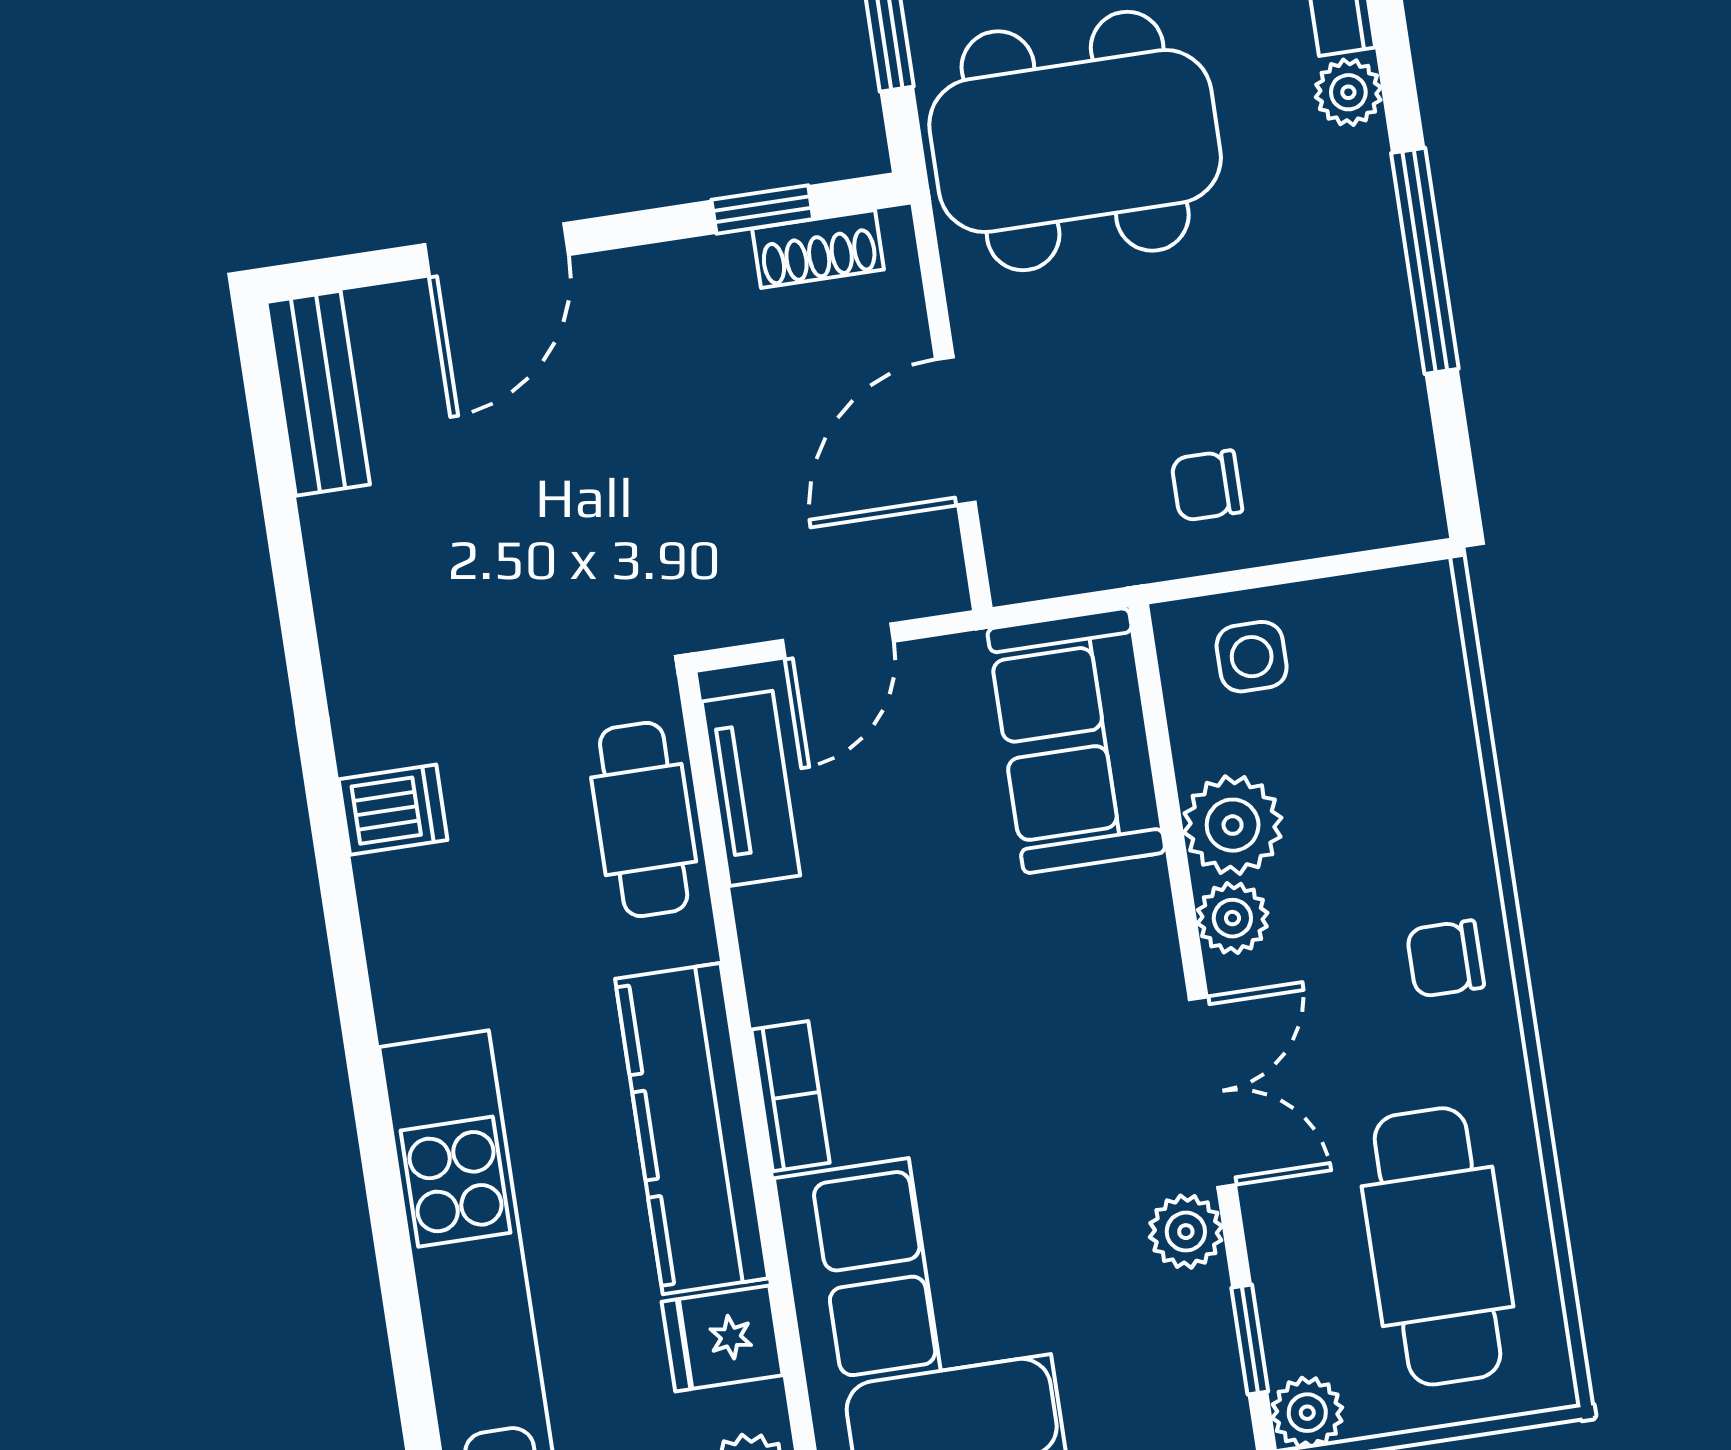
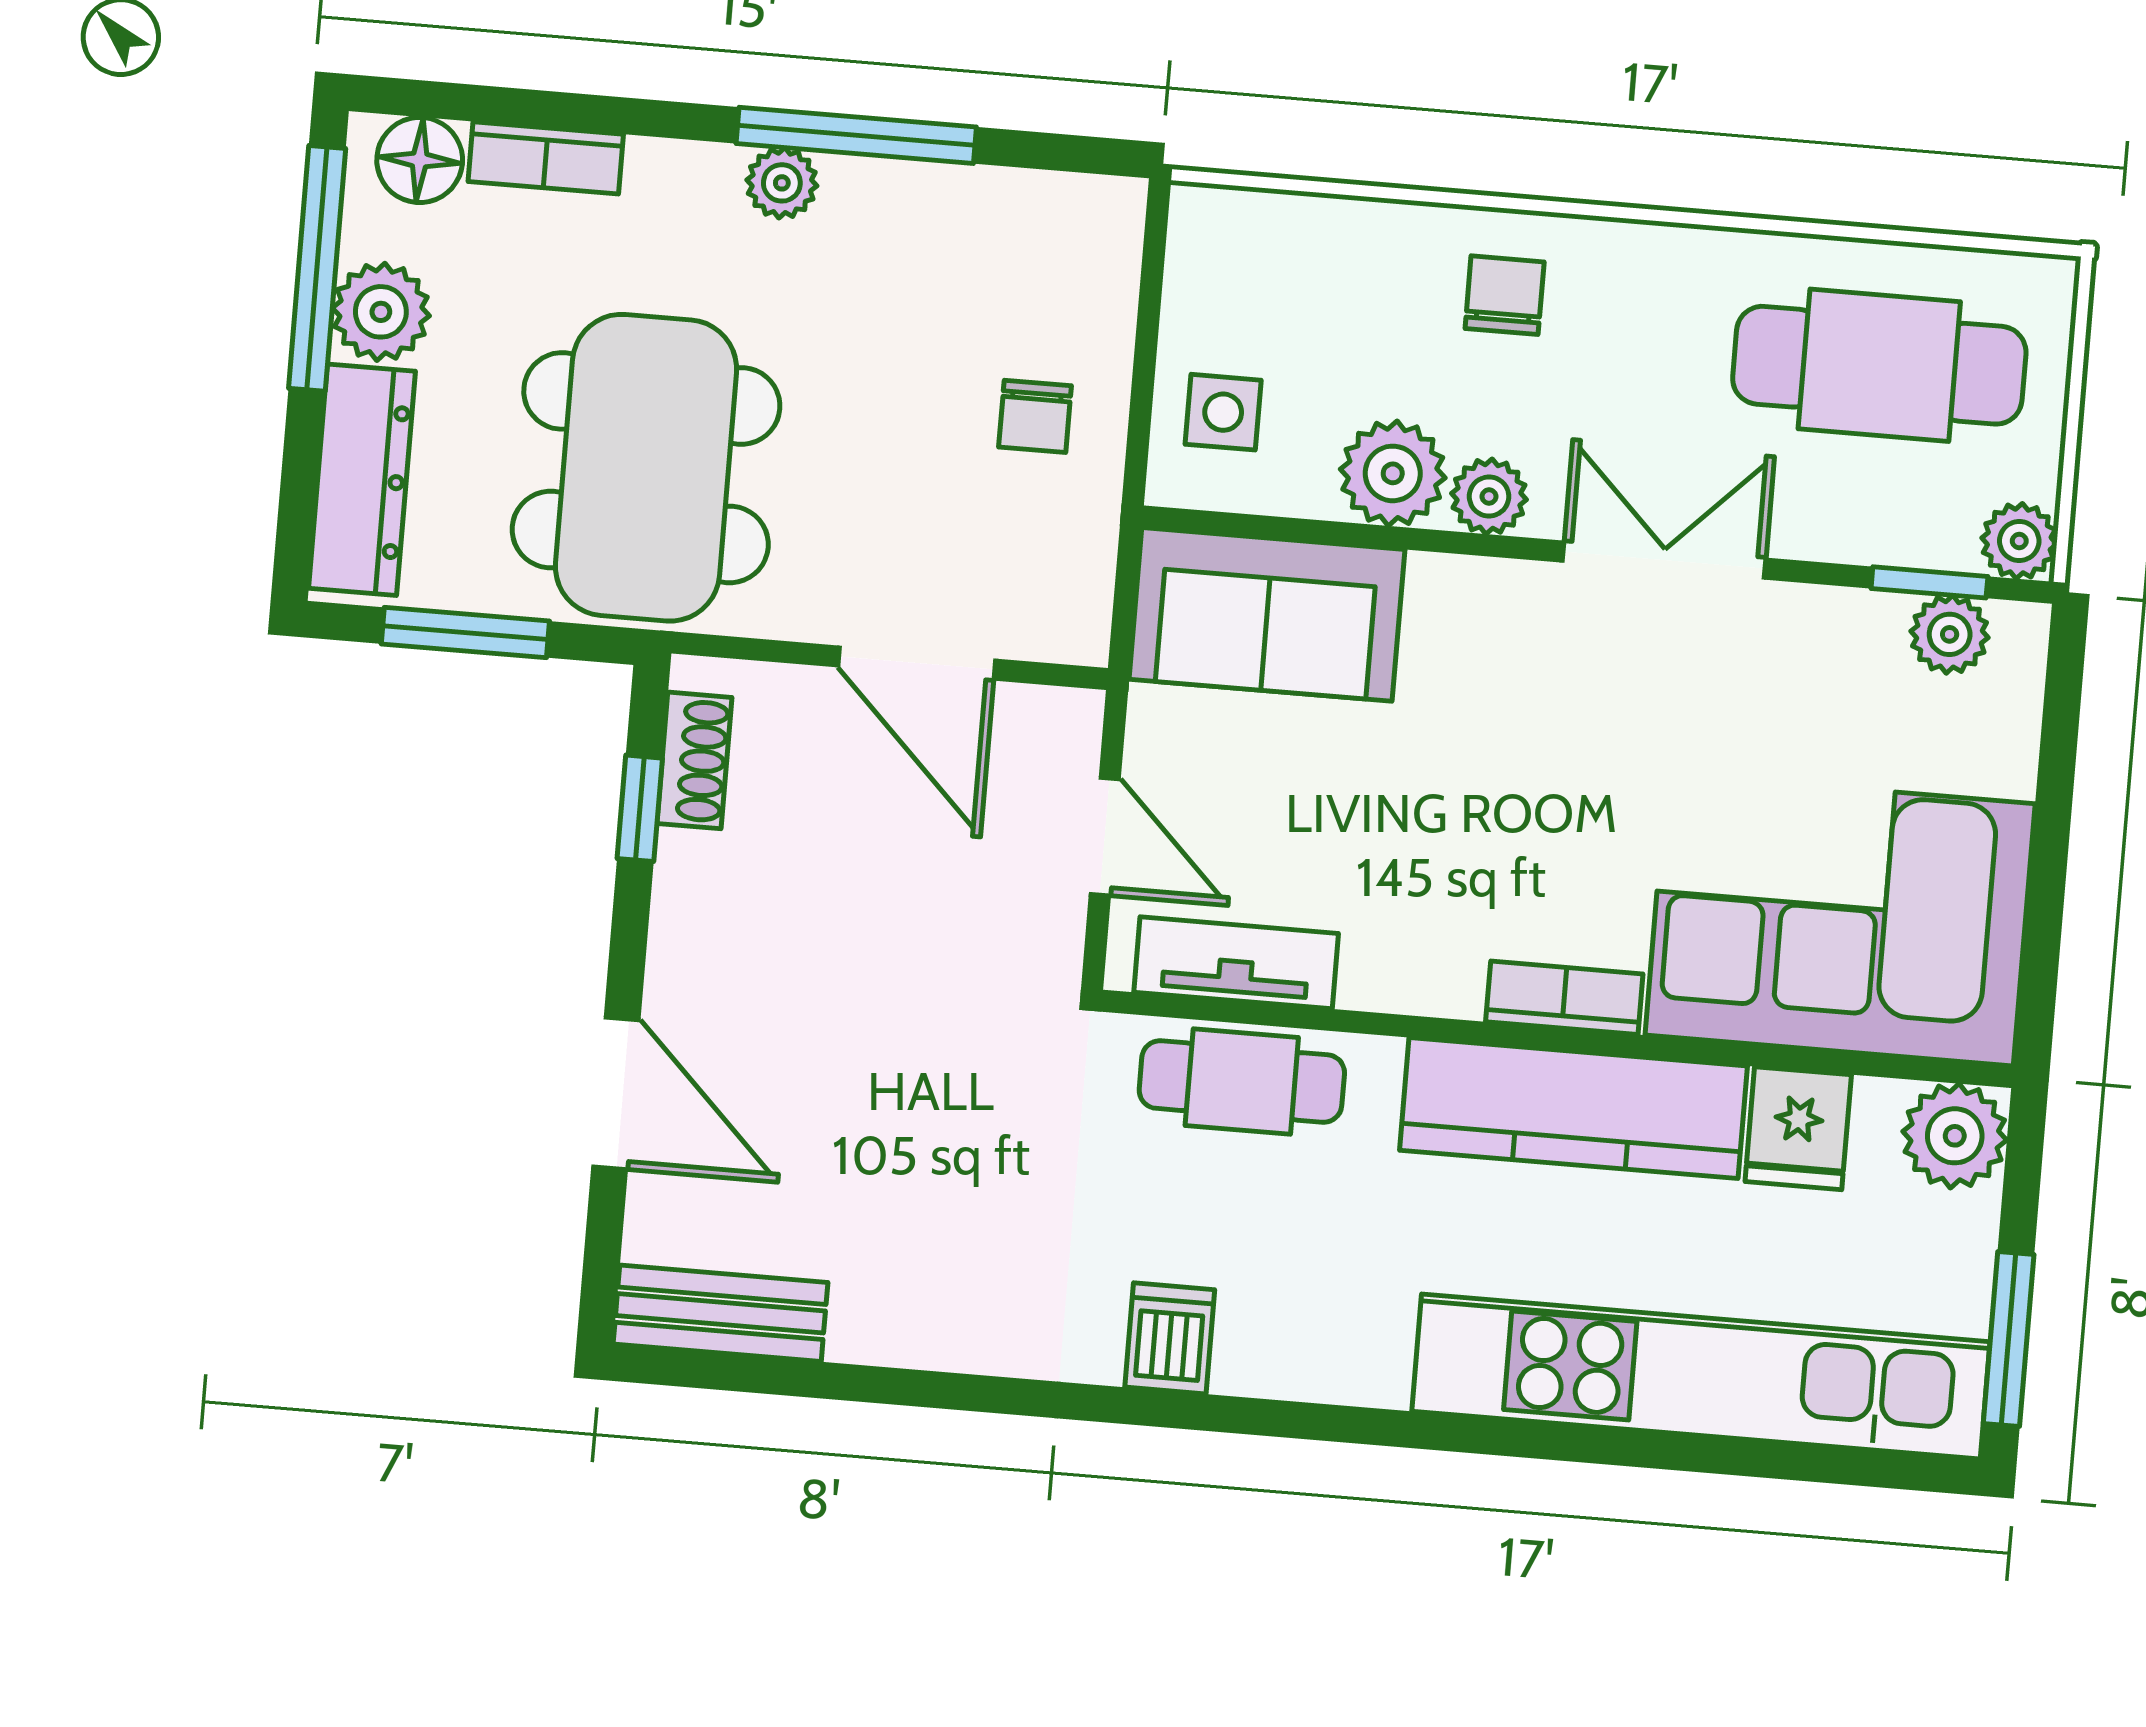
plant: (1348, 92) -> (782, 183), moved
chair: (1445, 959) -> (1505, 295), moved, turned 180
plant: (1186, 1232) -> (1950, 634), moved

